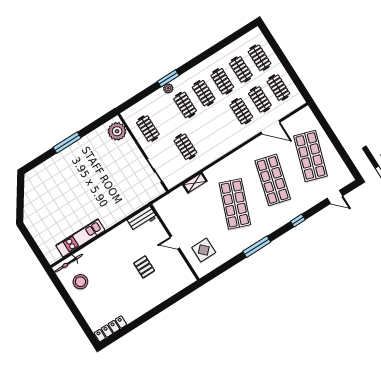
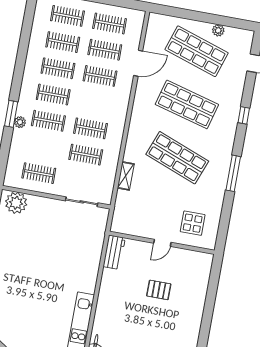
clothes rail: (204, 135) -> (91, 128), added
plant: (335, 157) -> (218, 30), added

